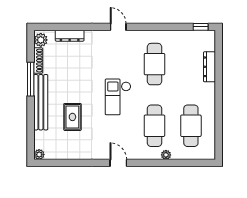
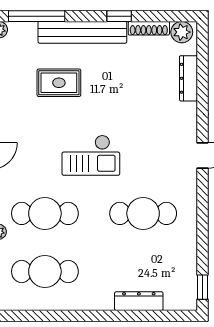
window: (31, 79) -> (119, 16), width x0.46
checkout: (118, 97) -> (91, 155), turned 180
window: (31, 131) -> (37, 16), added

